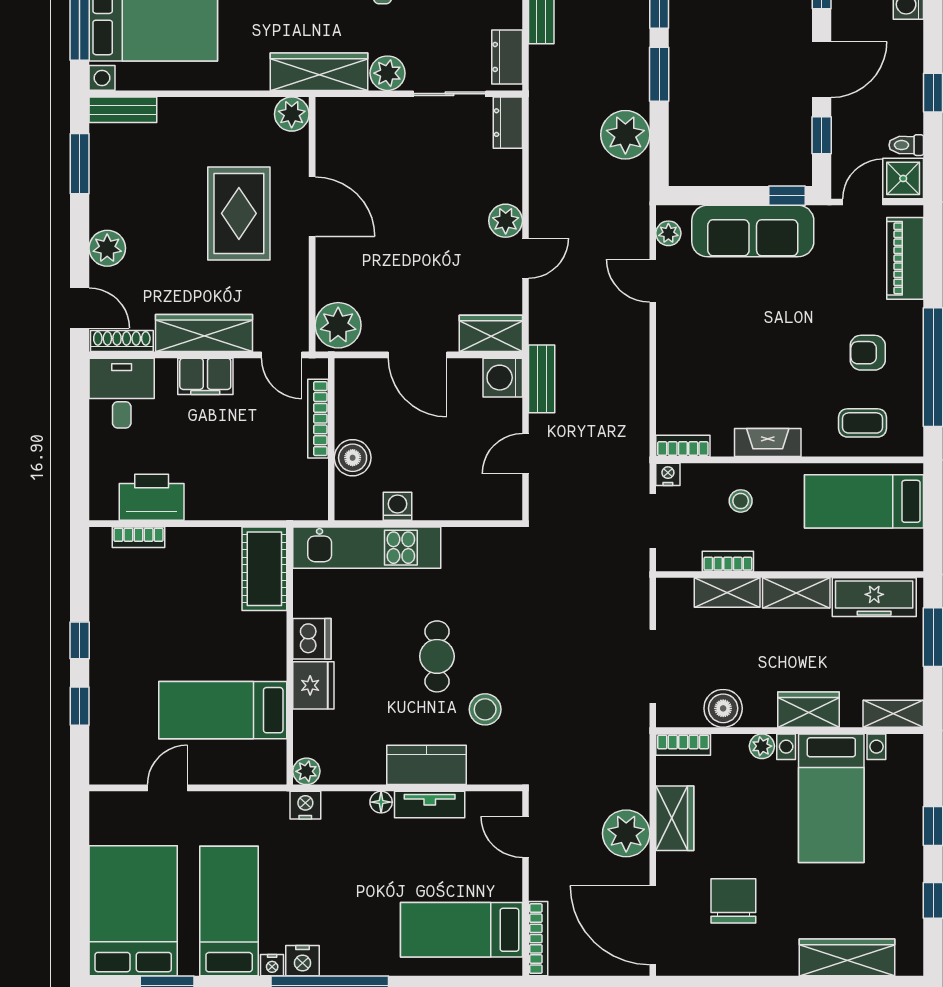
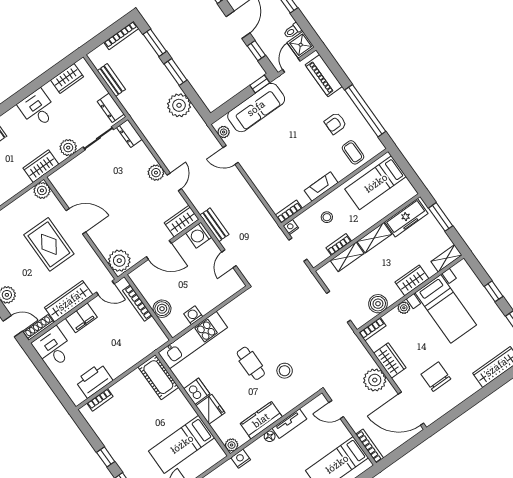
wardrobe: (319, 72) -> (41, 166), width x0.67
coffee table: (863, 423) -> (353, 152), turned 90
kitchen counter: (427, 765) -> (261, 420), moved

